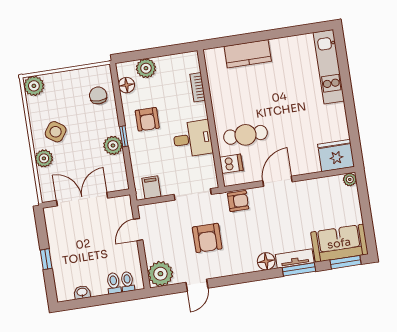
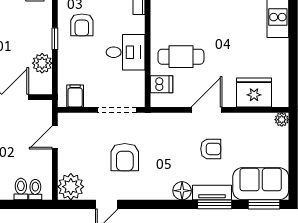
plant: (113, 145) -> (42, 63), moved
fridge: (336, 155) -> (254, 92), moved
armchair: (238, 201) -> (211, 149), moved

